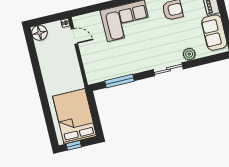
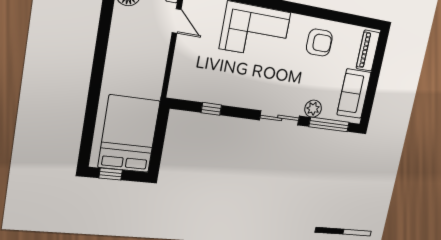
window: (206, 60) -> (329, 125), added
window: (119, 81) -> (211, 109), width x0.46

